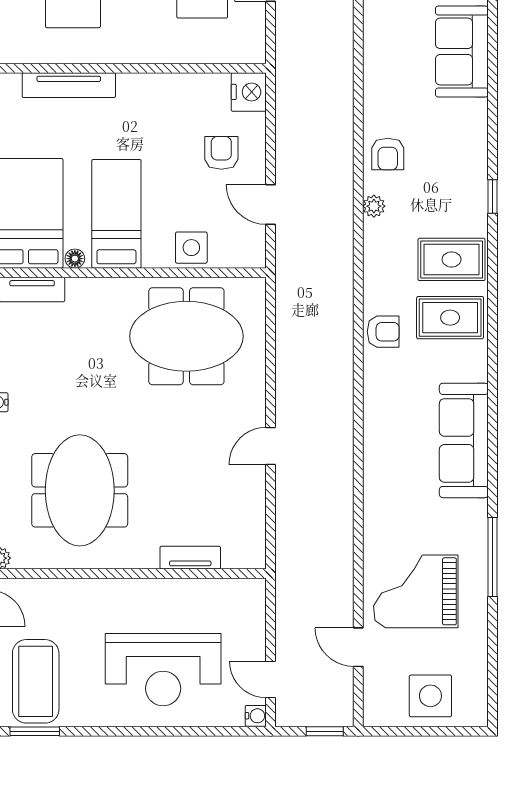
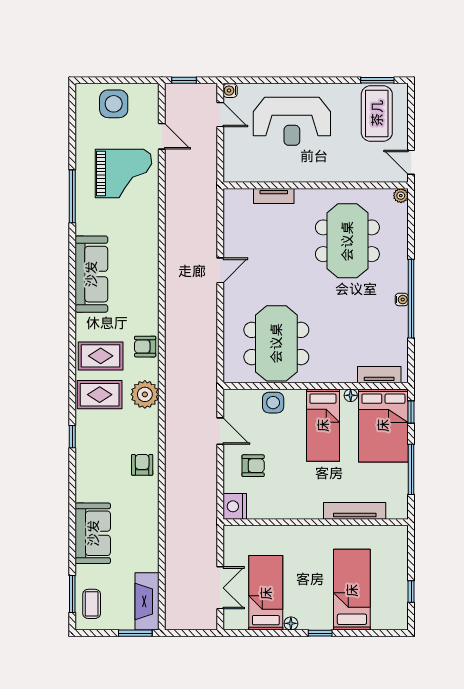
armchair: (221, 153) -> (253, 466), turned -90
plant: (374, 206) -> (145, 394), moved, width x1.88, depth x1.88
meeting table: (186, 336) -> (276, 343), turned 90
reception desk: (163, 670) -> (292, 121), turned 180

